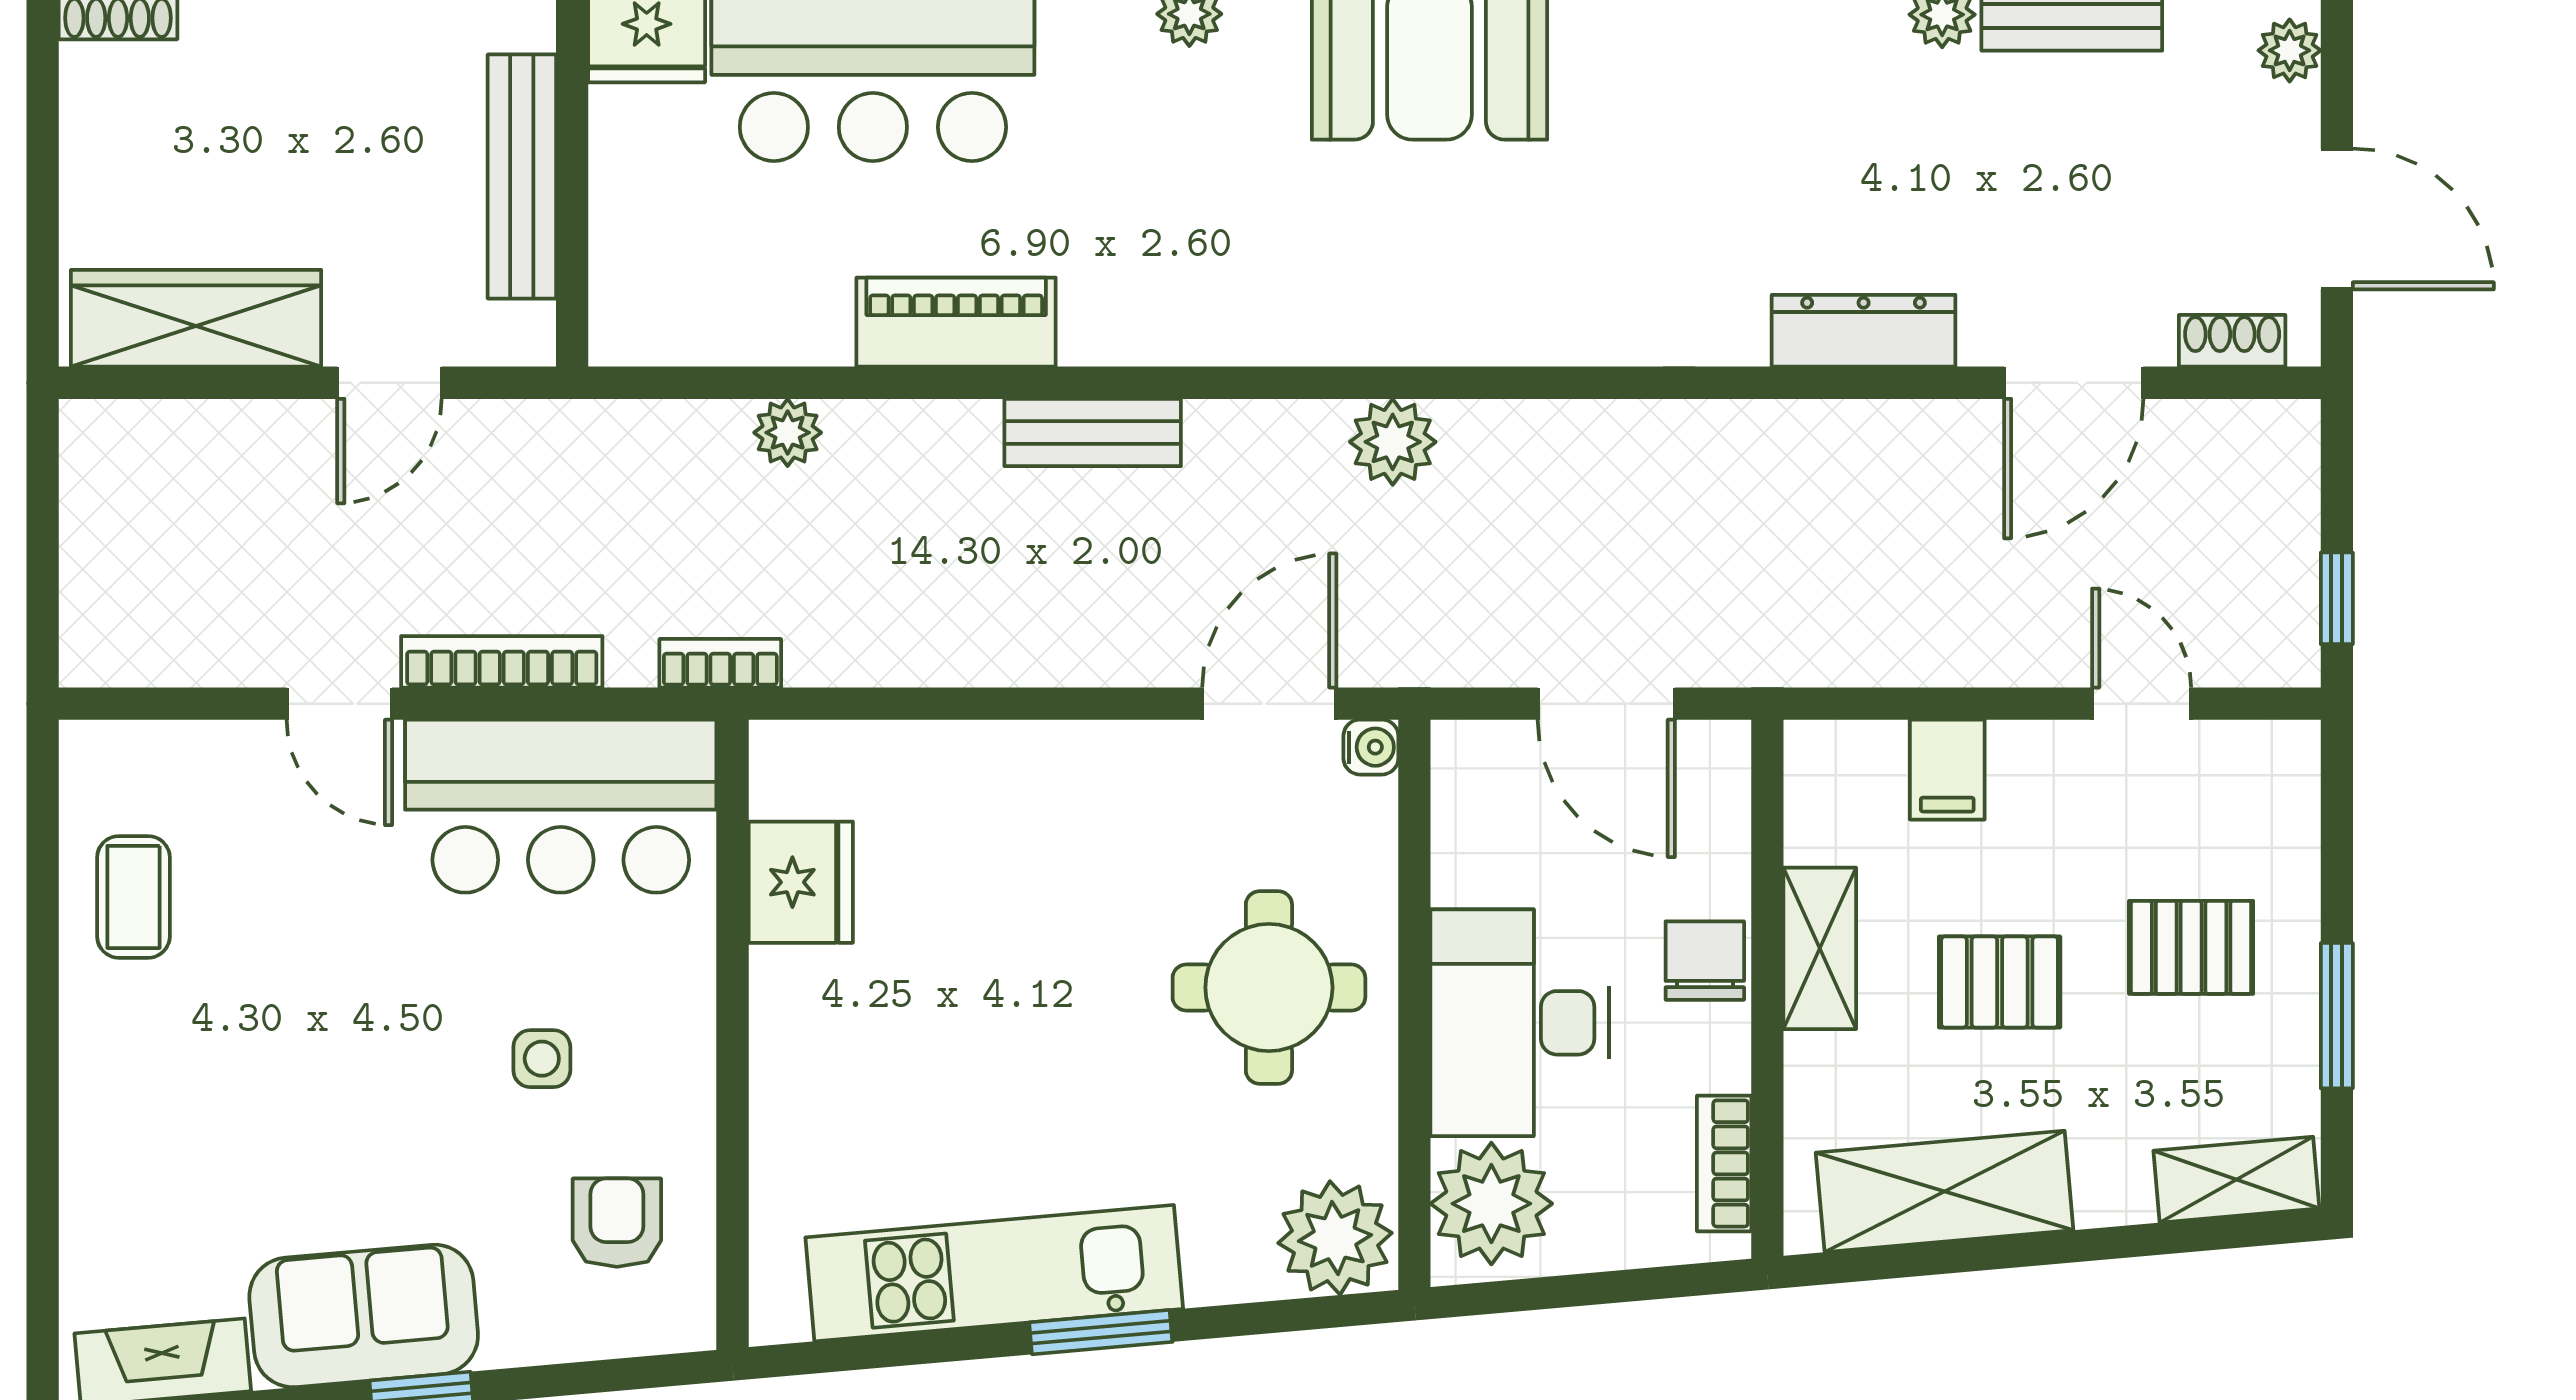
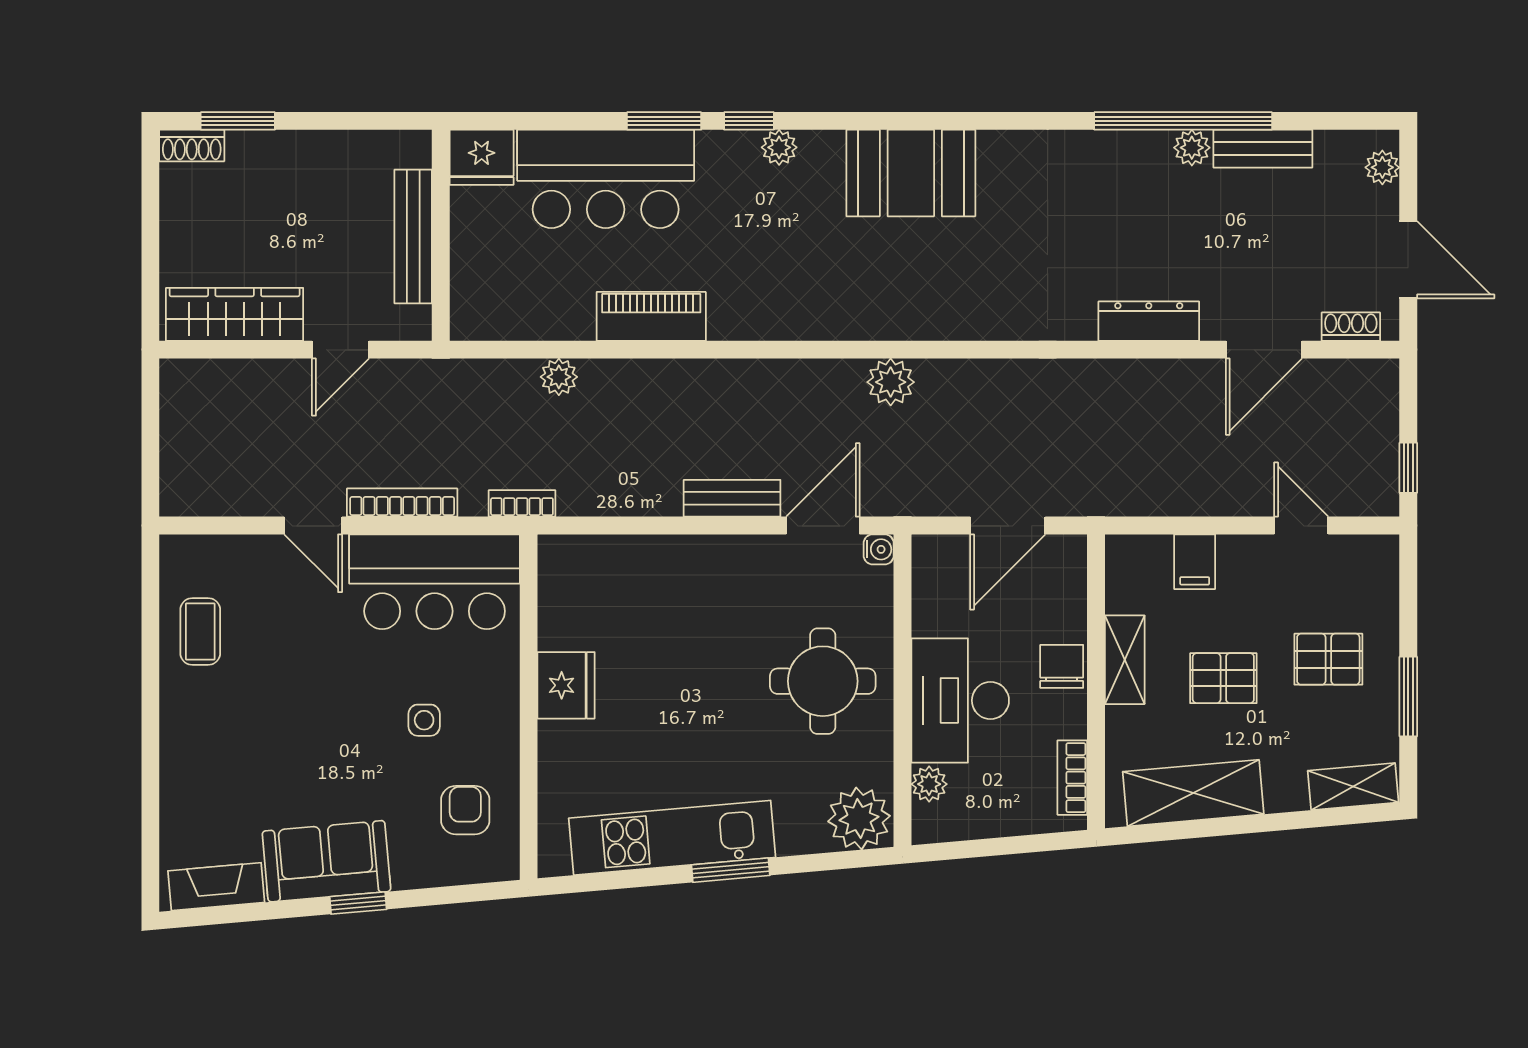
bench: (1093, 432) -> (732, 498), moved
door: (1606, 704) -> (1008, 526), hinge flipped
fridge: (801, 882) -> (566, 685), moved
plant: (1491, 1204) -> (929, 784), width x0.53, depth x0.53

